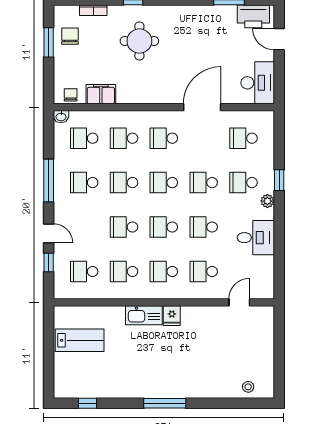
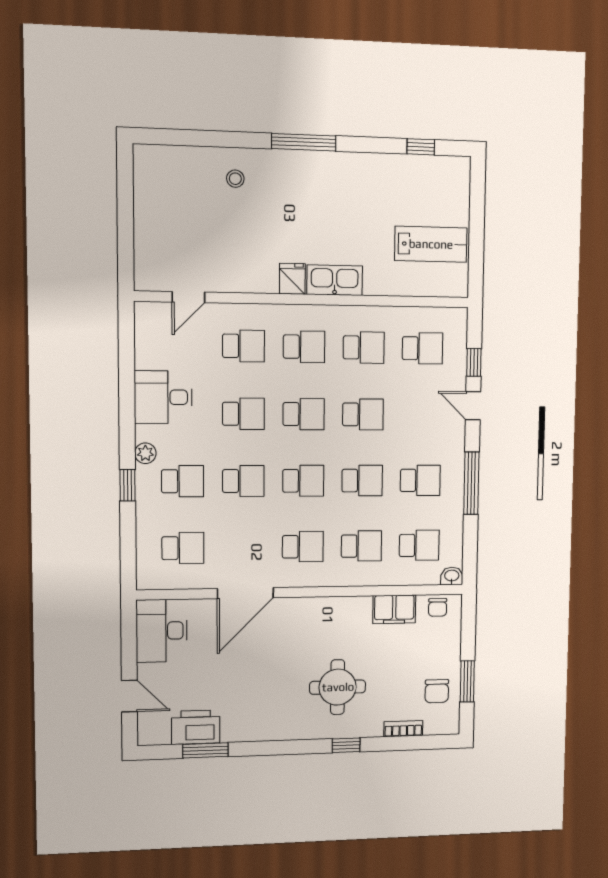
printer: (253, 16) -> (196, 727), moved
lab bench: (80, 340) -> (431, 244), turned 180
stool: (248, 387) -> (235, 179), moved

